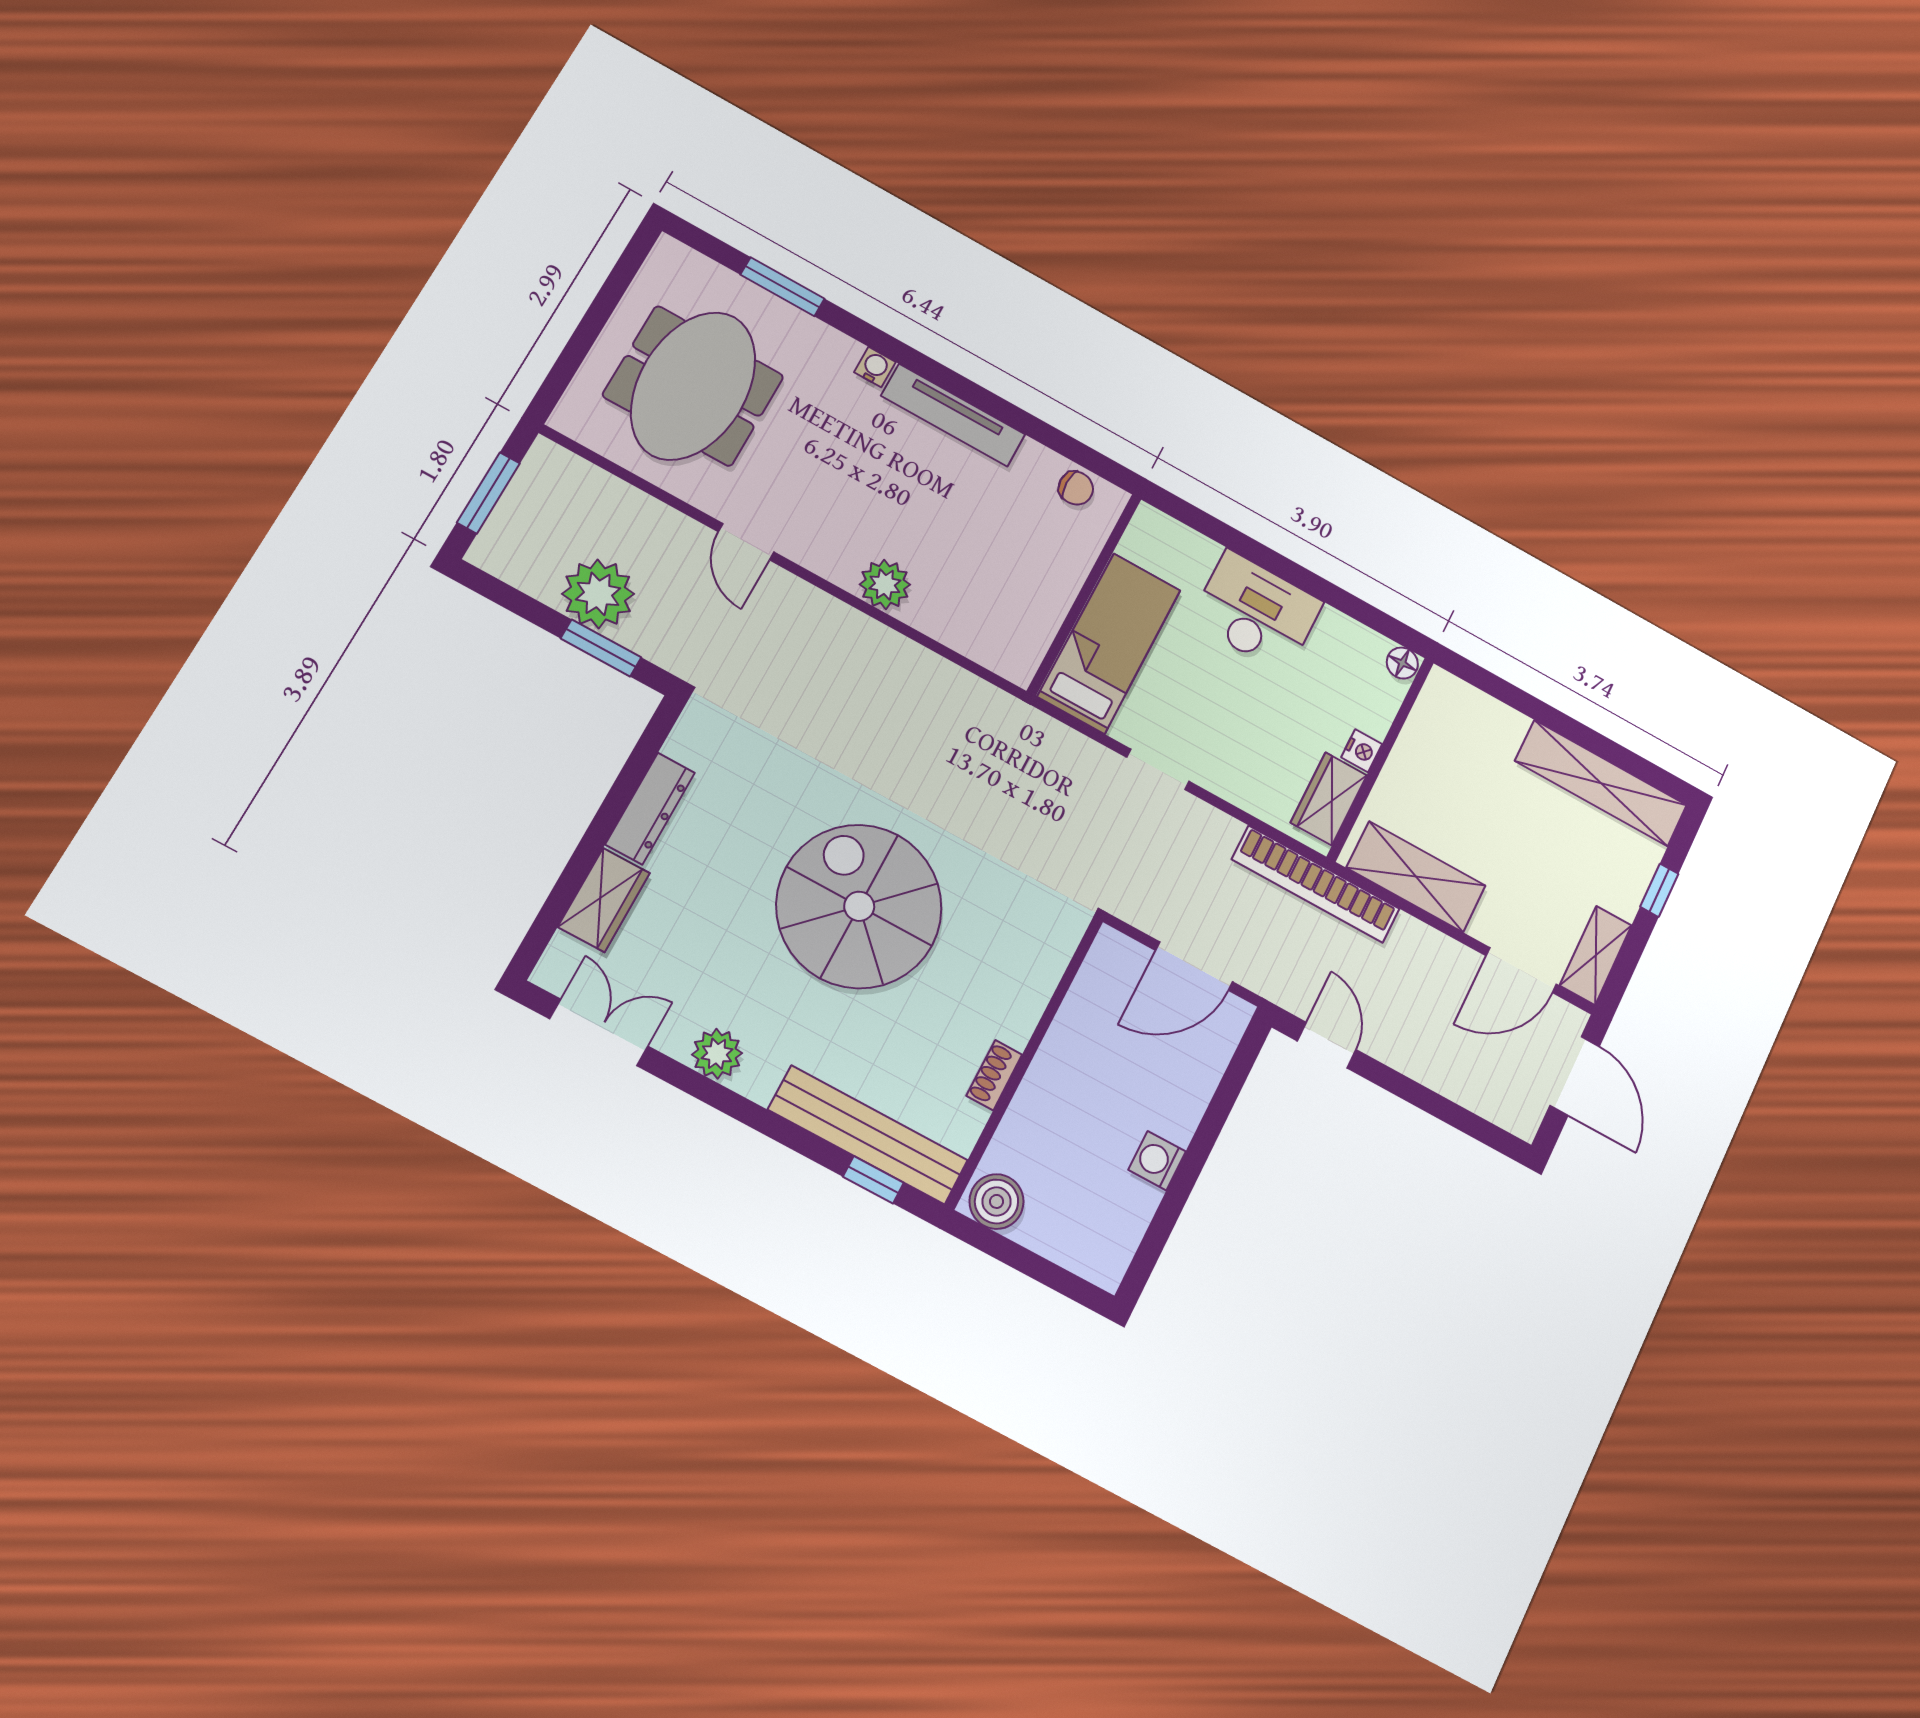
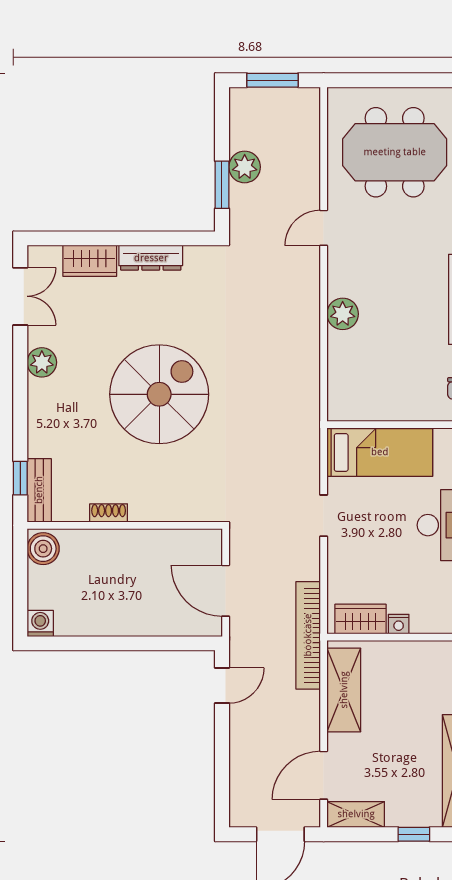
plant: (598, 594) -> (245, 167), width x0.73, depth x0.73
door: (1521, 970) -> (324, 775), hinge flipped
bench: (868, 1135) -> (39, 490), width x0.54, depth x0.82
washing machine: (1157, 1161) -> (40, 623), moved

